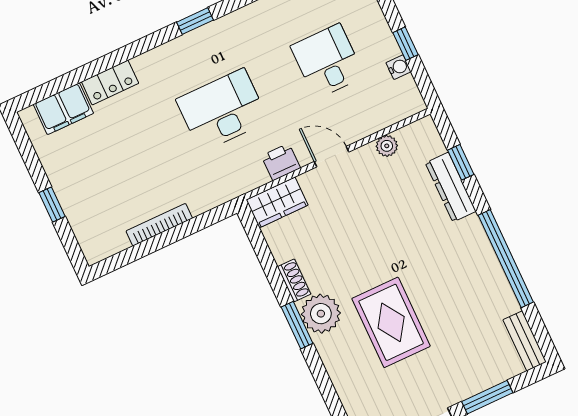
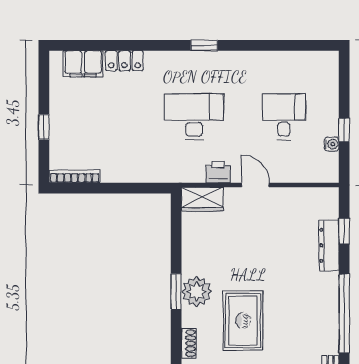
plant: (387, 146) -> (298, 195), removed
bookcase: (159, 225) -> (75, 176), moved
shoe rack: (294, 280) -> (189, 343), moved

